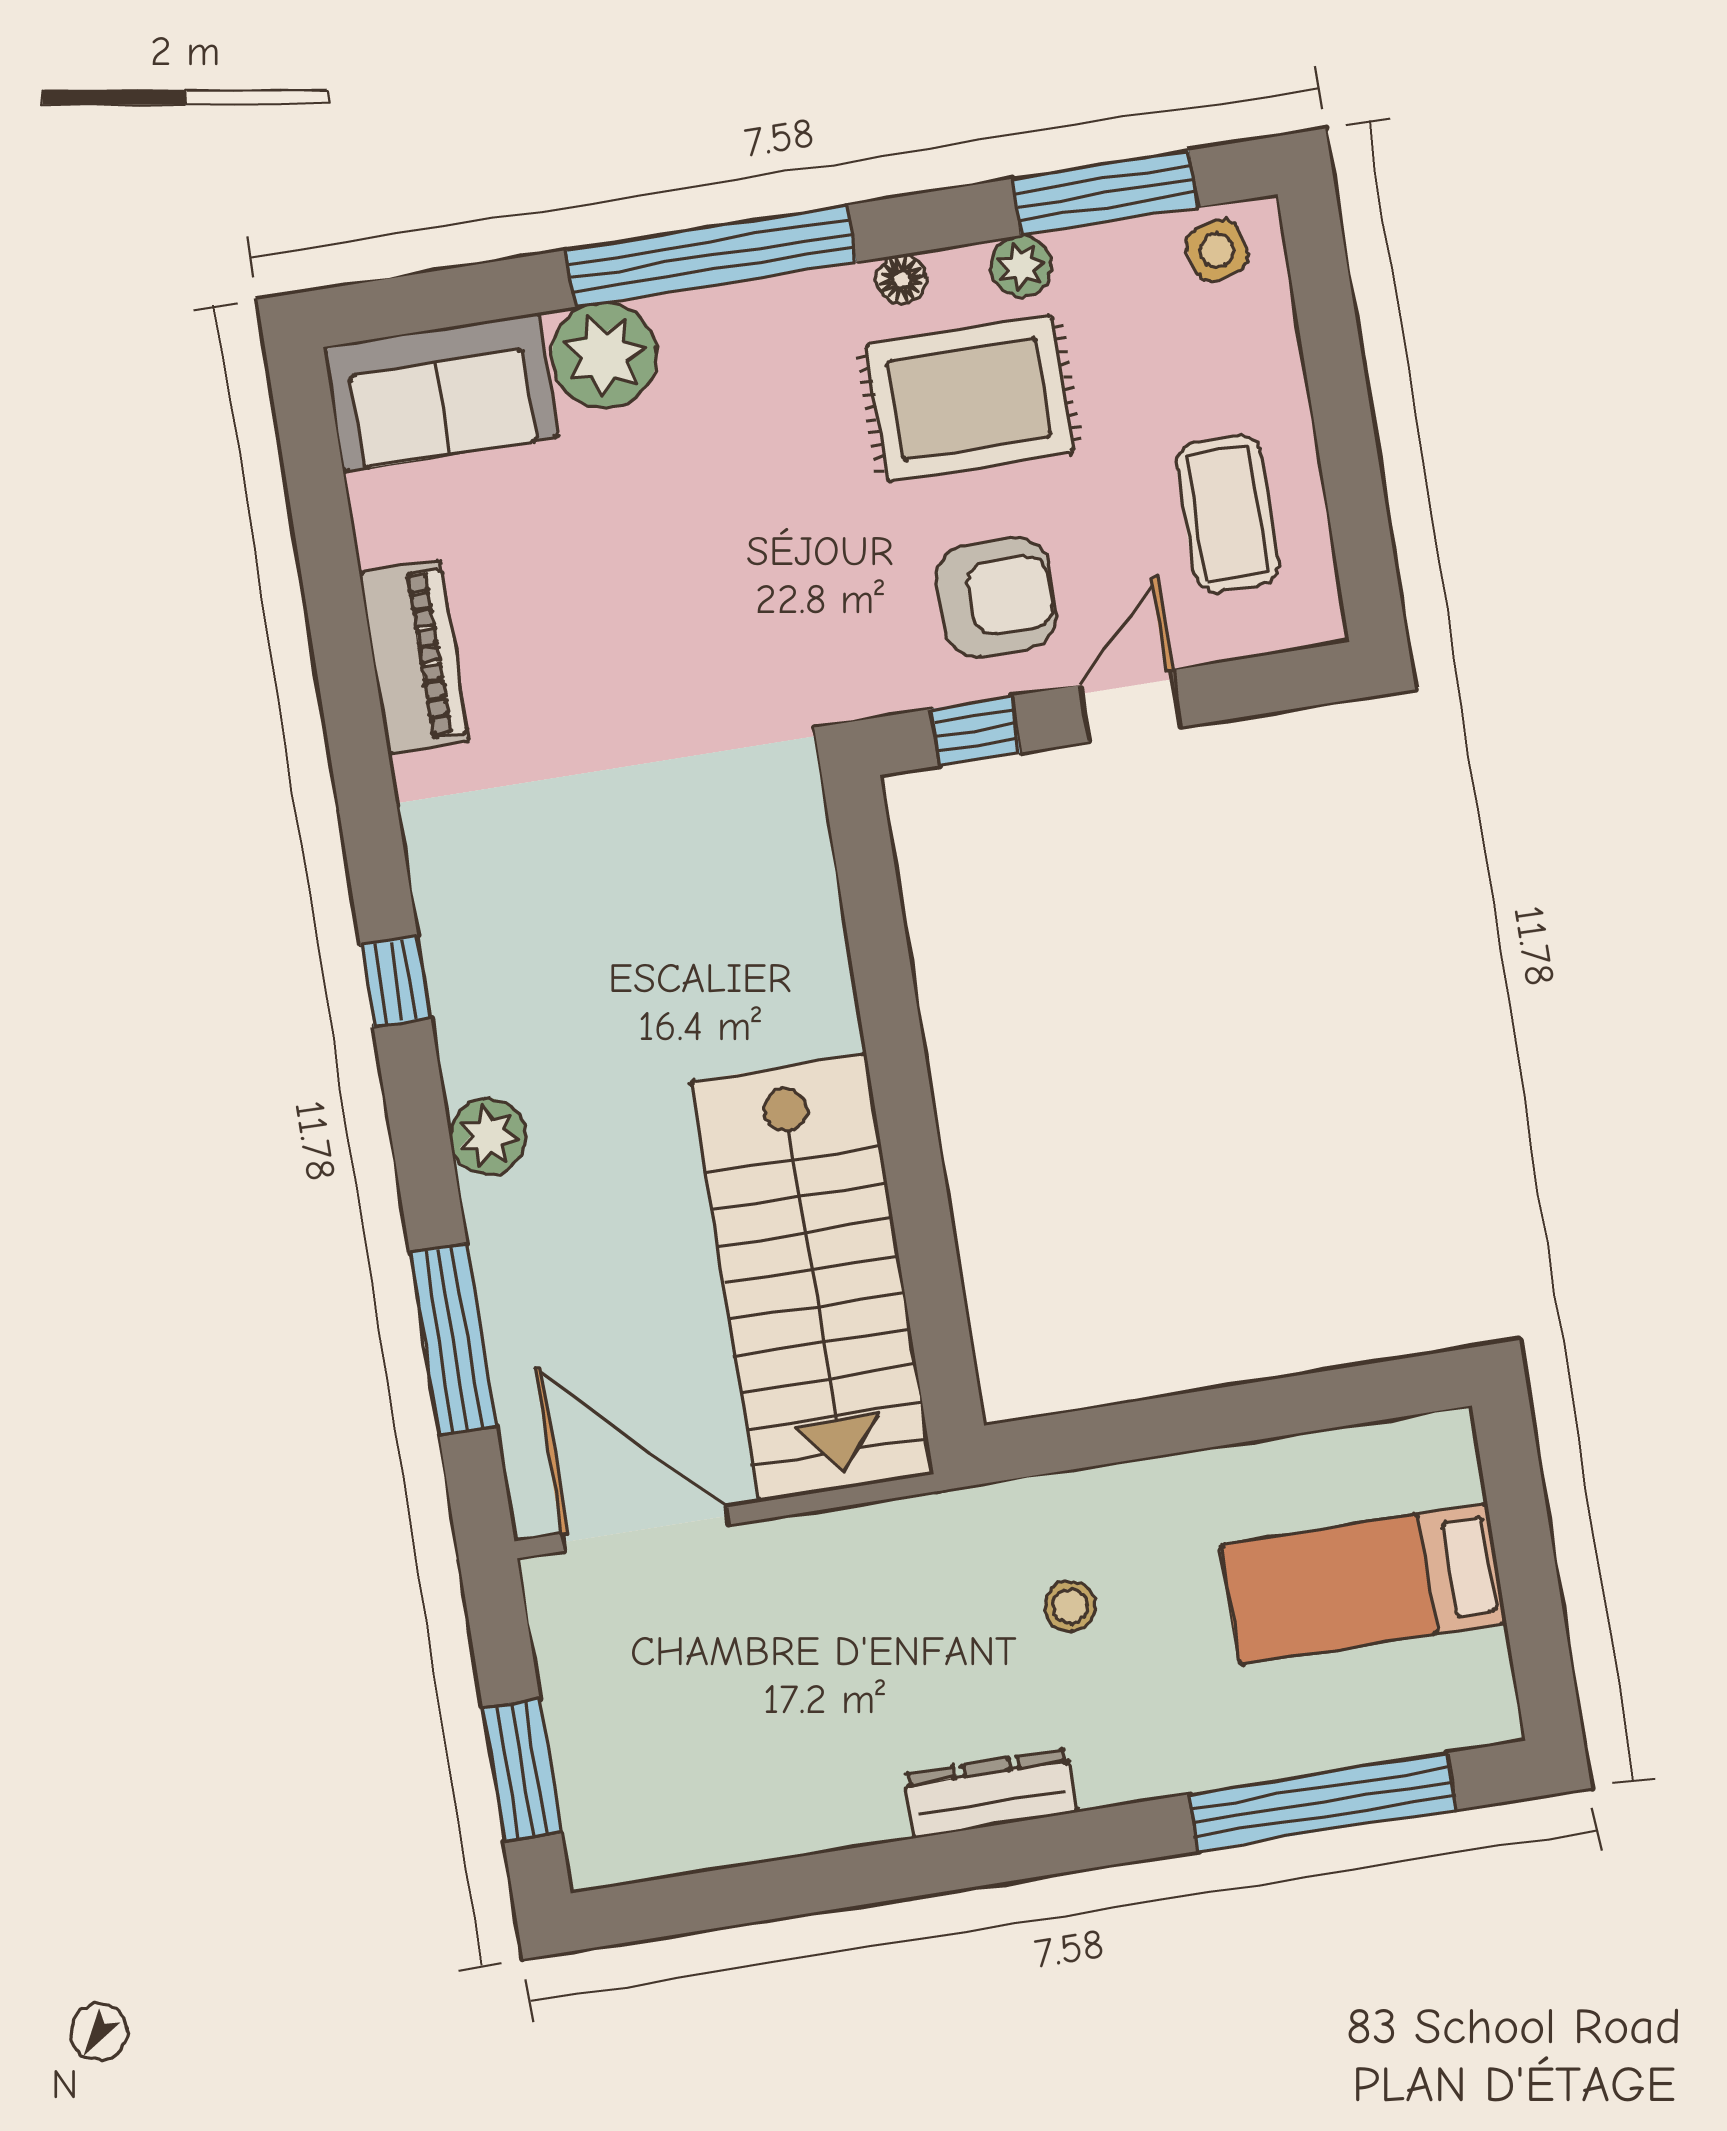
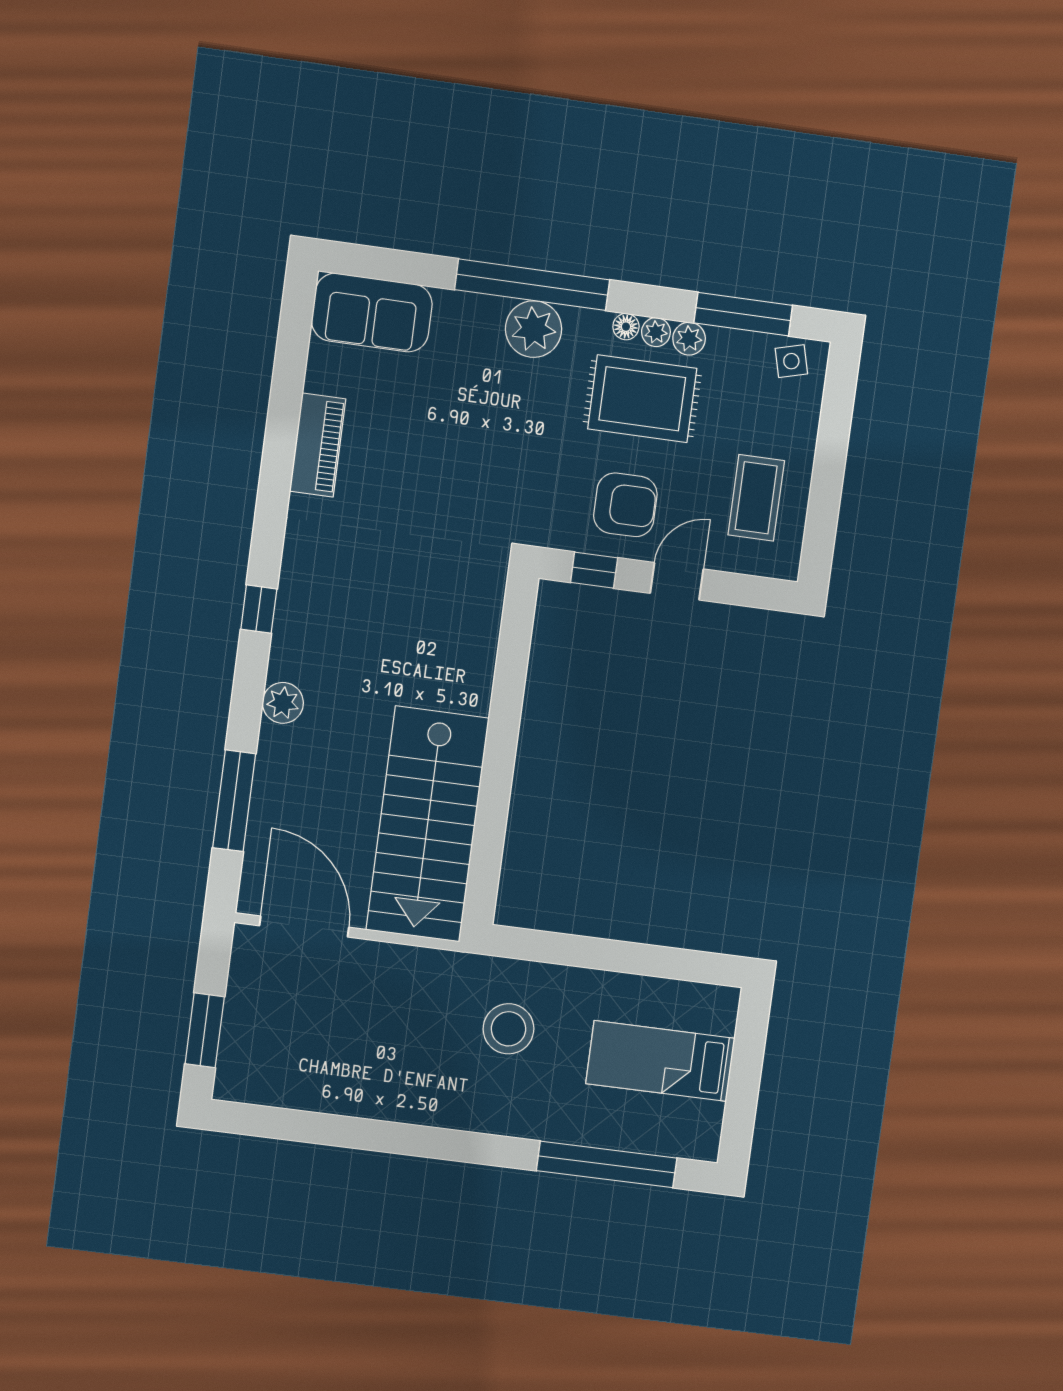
plant: (958, 273) -> (656, 332), added
plant: (604, 355) -> (534, 329), moved
stool: (1070, 1606) -> (509, 1029), width x1.89, depth x1.89
dresser: (990, 1793) -> (440, 1111), removed

